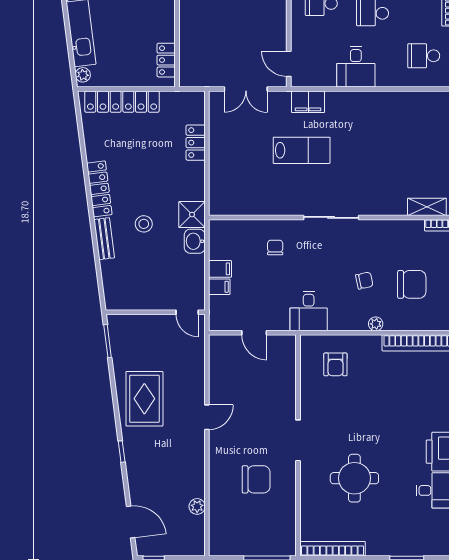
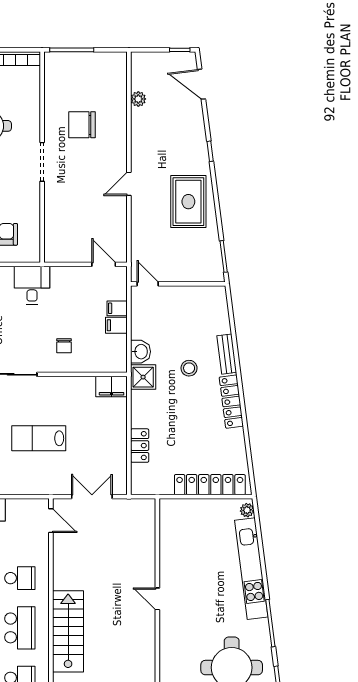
locker: (166, 60) -> (168, 524), removed
filing cabinet: (308, 102) -> (112, 386), moved, turned 180
door: (254, 333) -> (104, 264), moved

